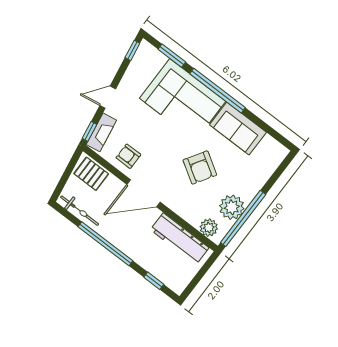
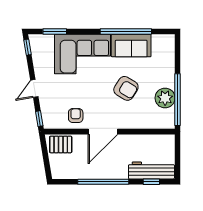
window: (218, 91) -> (126, 32), moved
fireplace: (101, 132) -> (47, 114), removed
armchair: (128, 156) -> (76, 116), turned 90
bicycle: (80, 211) -> (71, 173), removed
plant: (209, 228) -> (160, 122), removed
workbench: (180, 239) -> (151, 170), moved, turned 180

